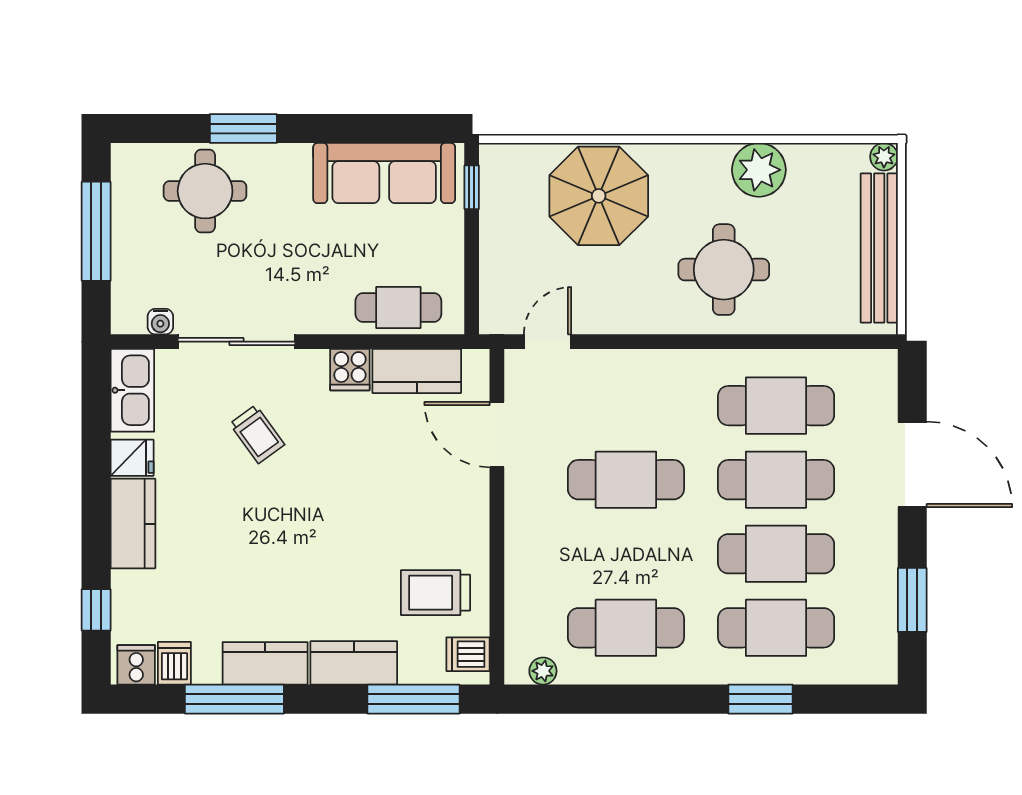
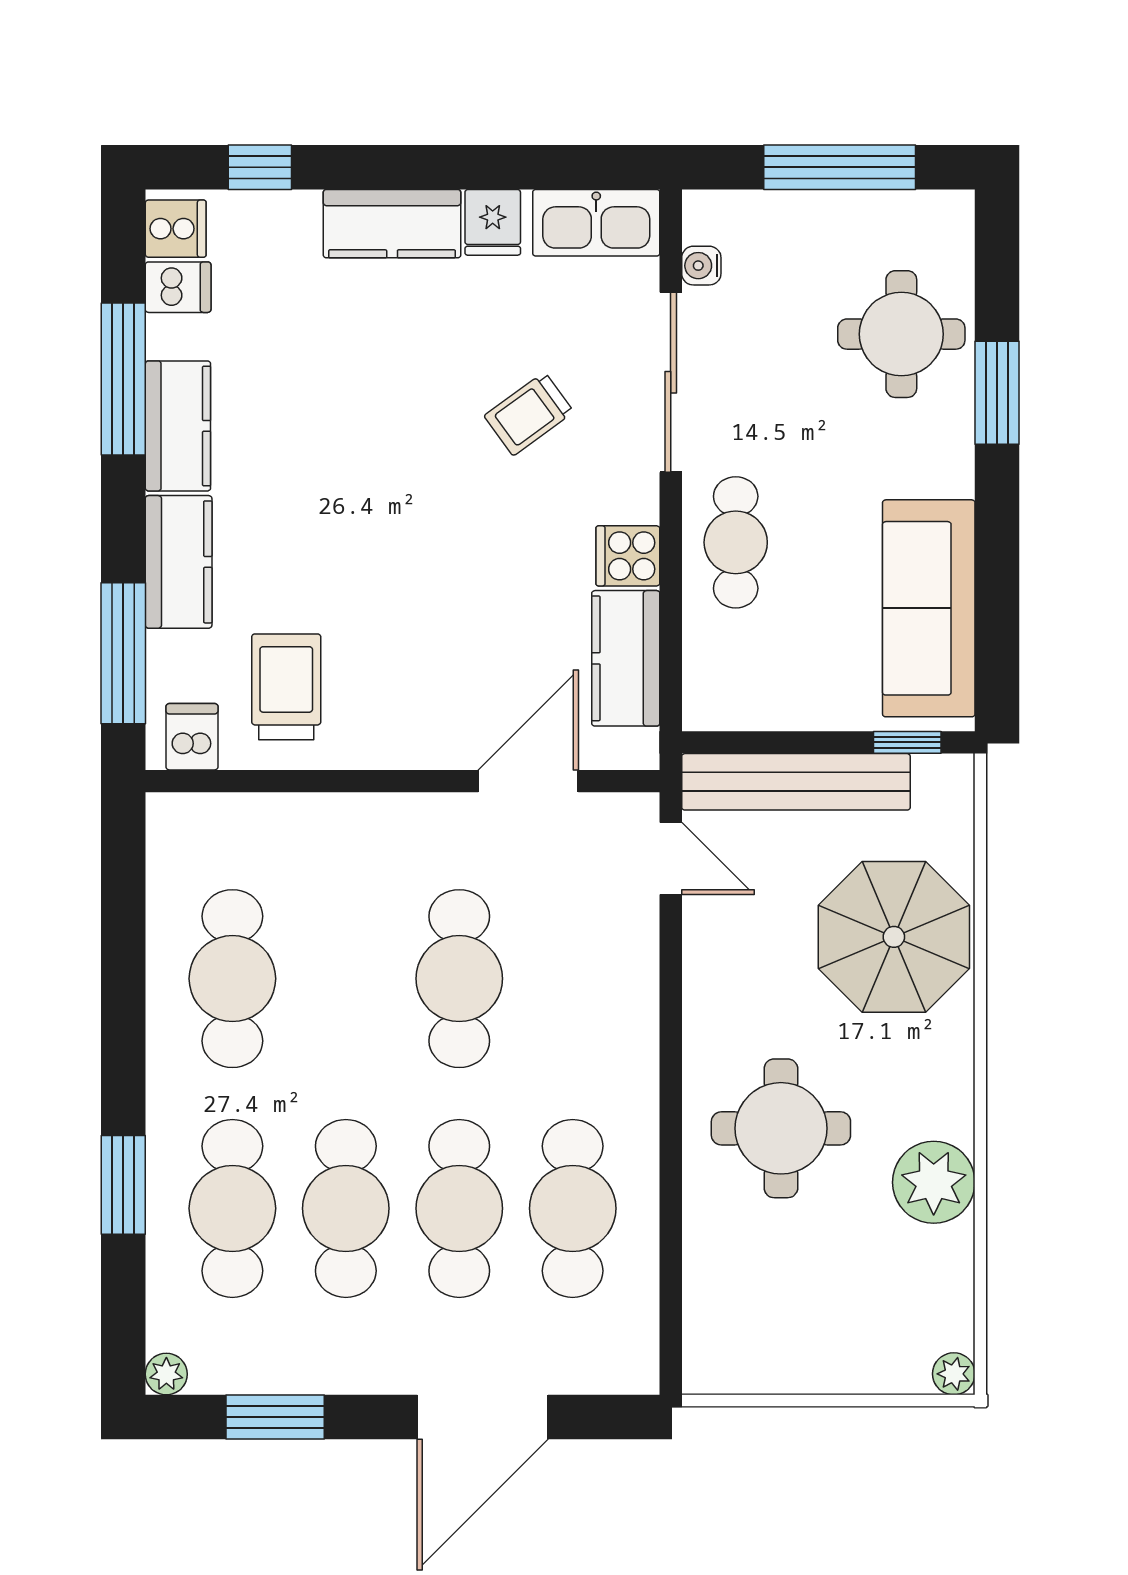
bench: (879, 248) -> (796, 782), moved
cafe table: (398, 307) -> (736, 542), moved
plant: (543, 671) -> (166, 1374), moved

